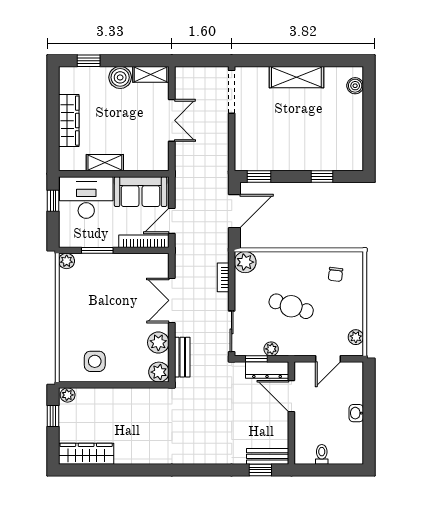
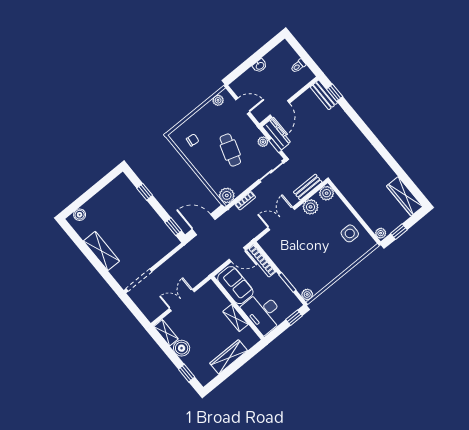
window: (53, 201) -> (294, 318), moved
double door: (172, 300) -> (281, 219), swing flipped

